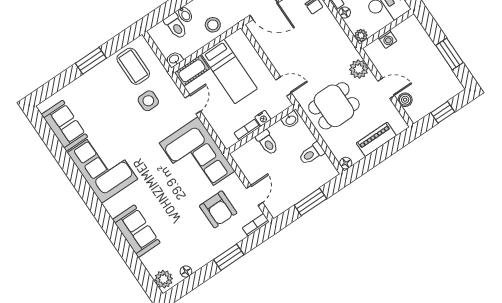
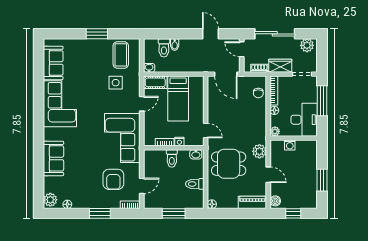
stool: (213, 25) -> (188, 63), removed
boiler: (405, 100) -> (275, 201), moved
piano: (376, 139) -> (252, 202), moved

